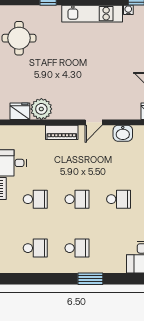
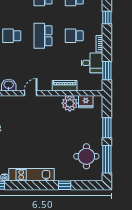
piano: (62, 132) -> (65, 86), moved
school desk: (77, 199) -> (43, 36), width x1.85

